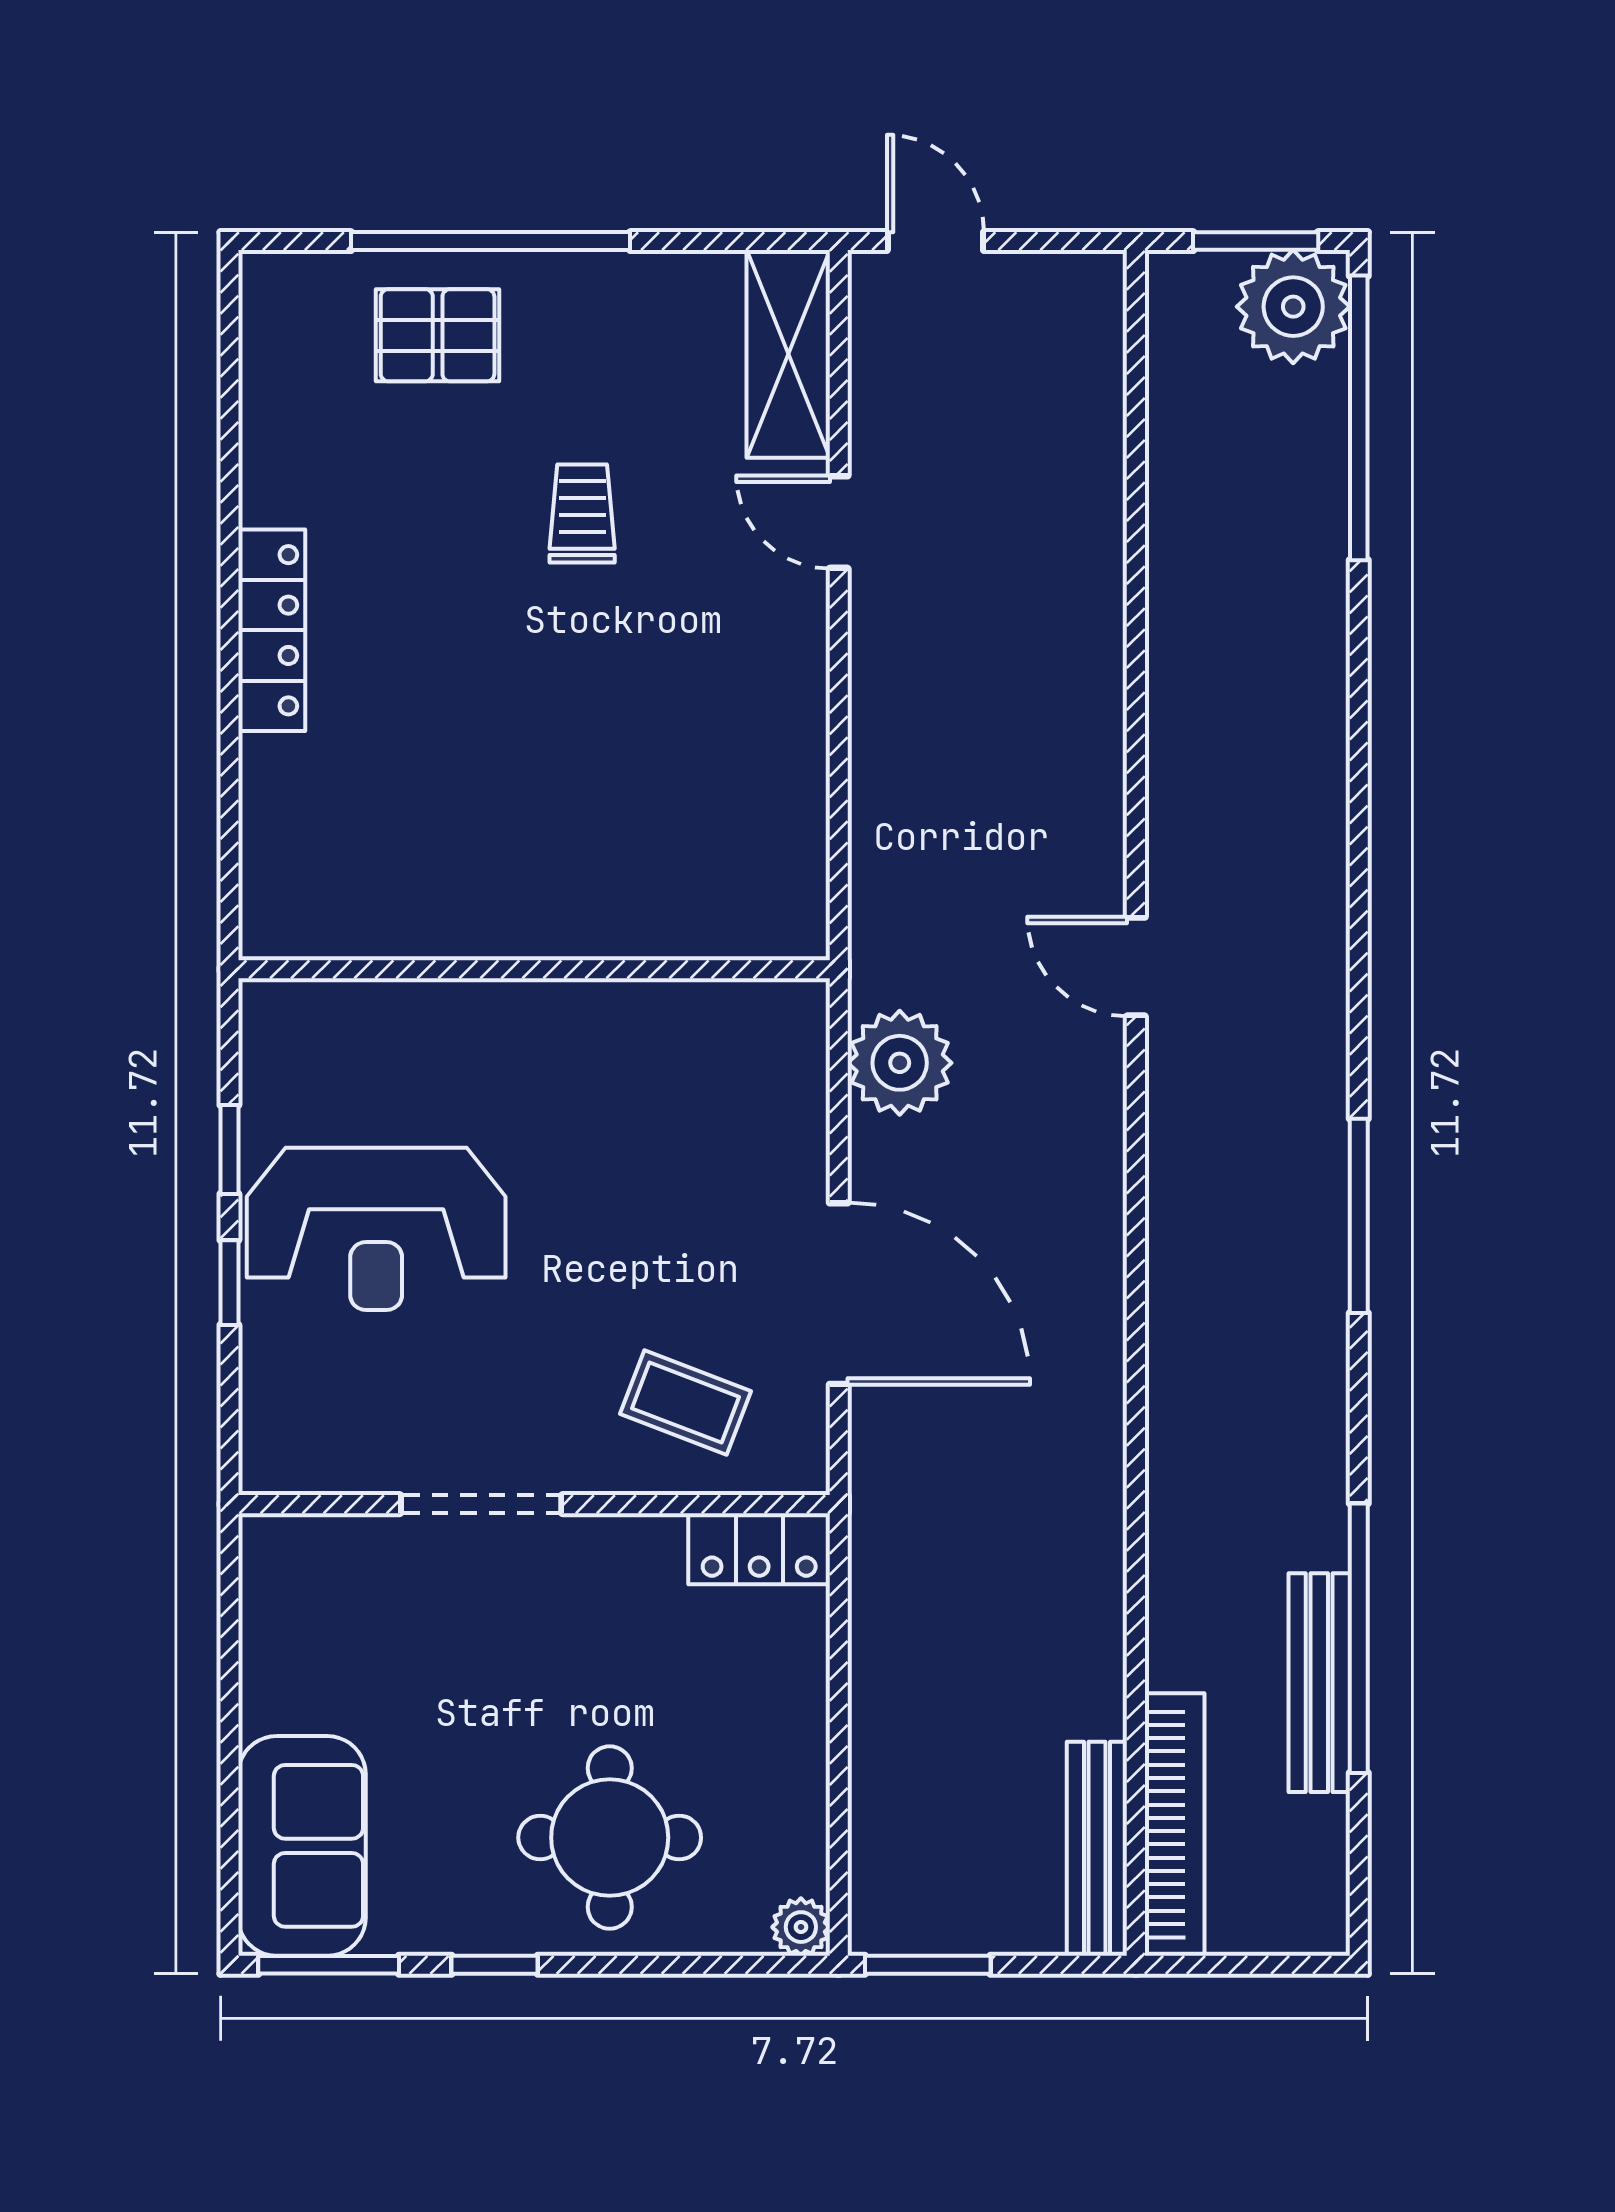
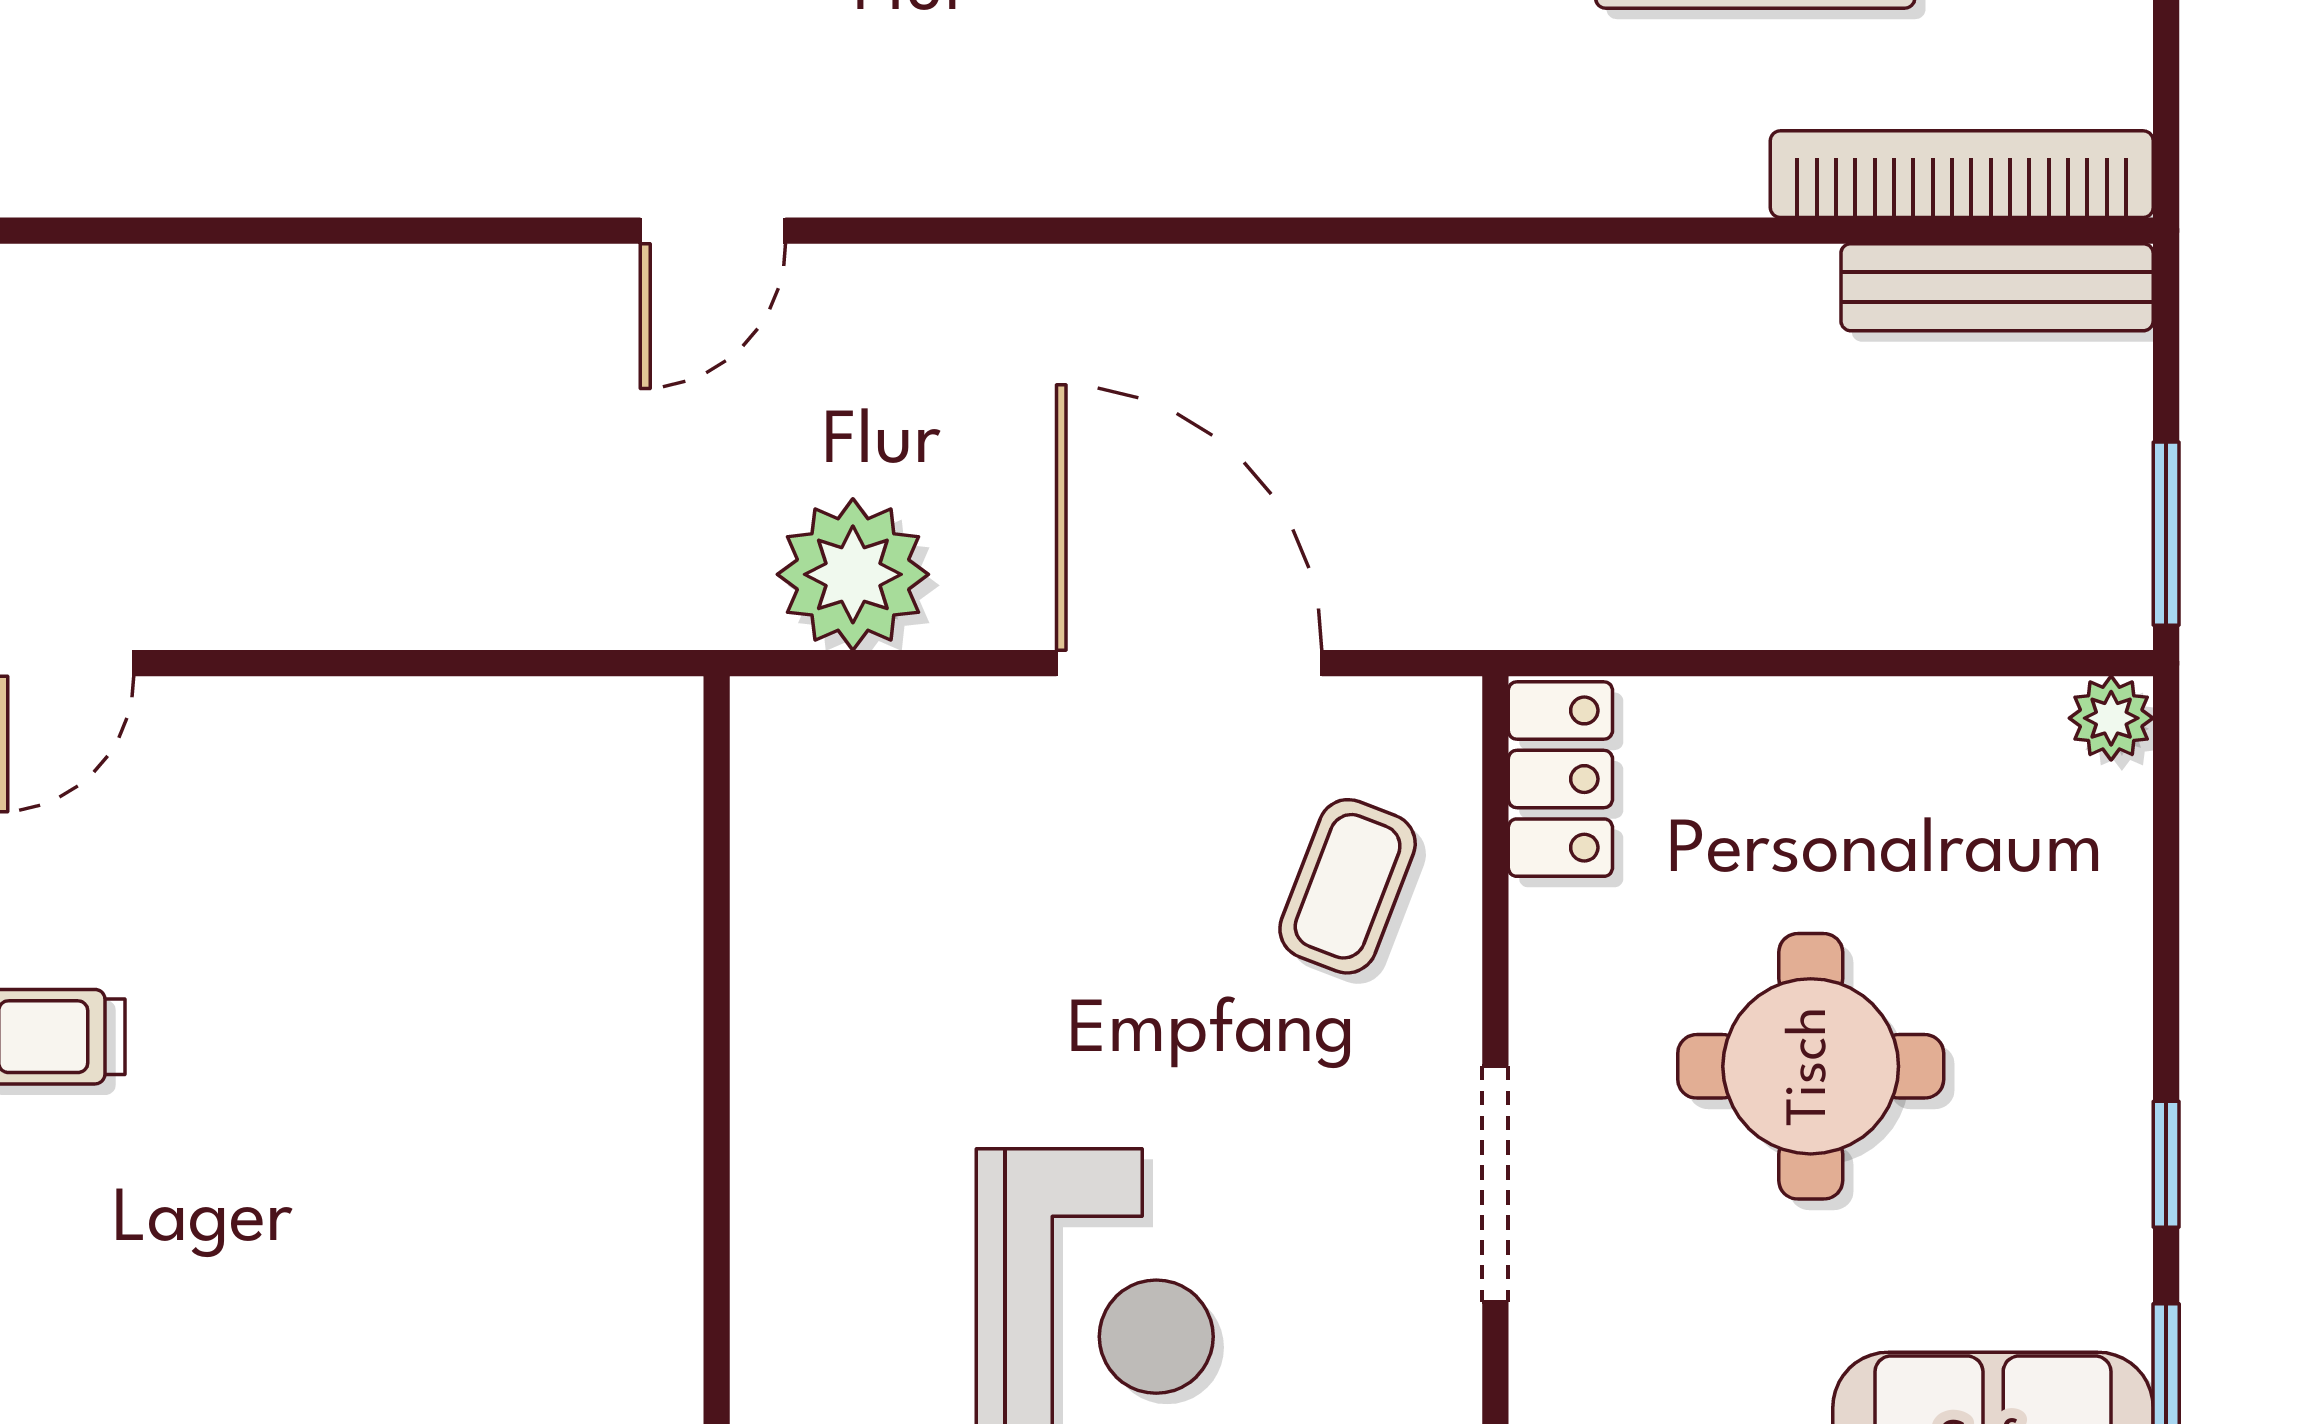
door: (839, 1294) -> (1189, 663), hinge flipped
round table: (610, 1838) -> (1811, 1066), moved

